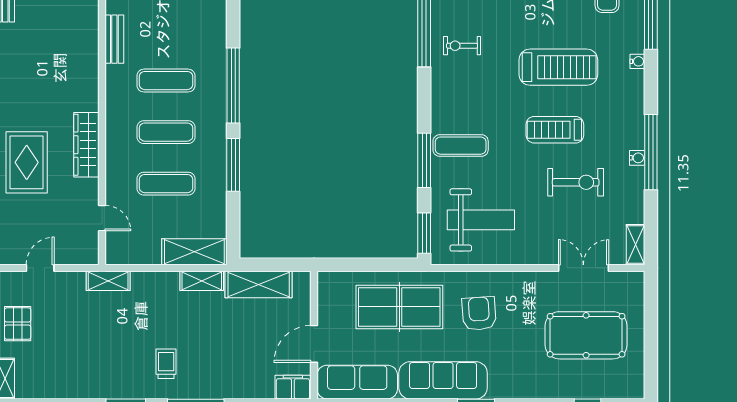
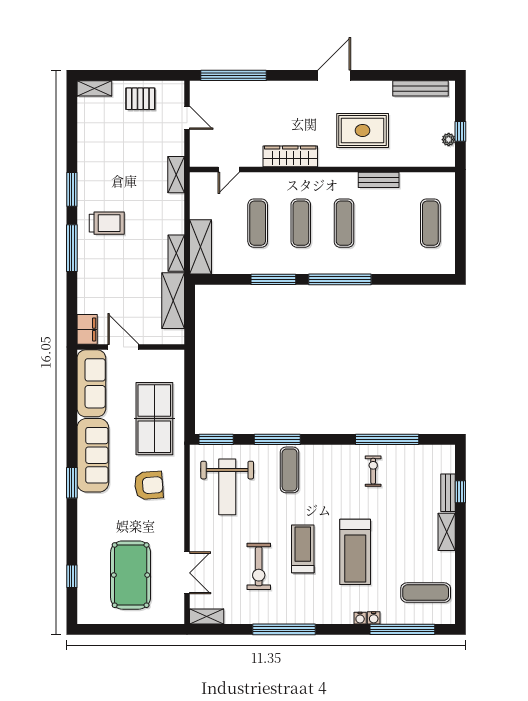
water cooler: (637, 158) -> (374, 618), moved
rug: (27, 162) -> (363, 130), moved
trolley: (166, 364) -> (107, 223), width x1.36, depth x1.39

